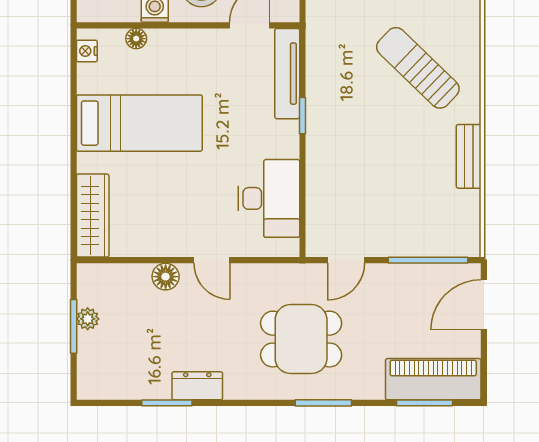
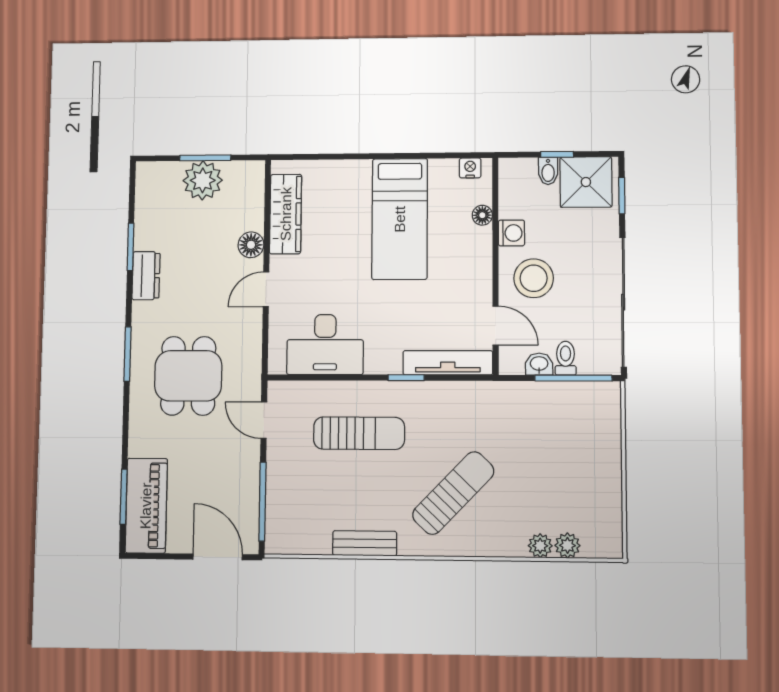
sun lounger: (359, 163) -> (359, 433), added
wardrobe: (93, 216) -> (286, 214), moved, turned -90
plant: (88, 319) -> (203, 180), width x1.87, depth x1.87
window: (323, 403) -> (128, 354), moved

